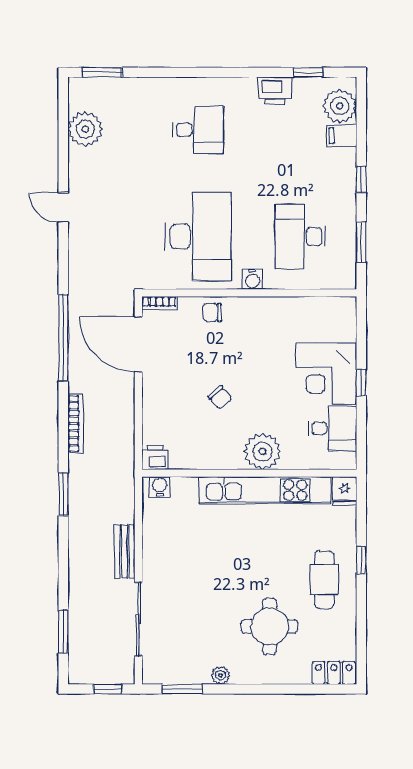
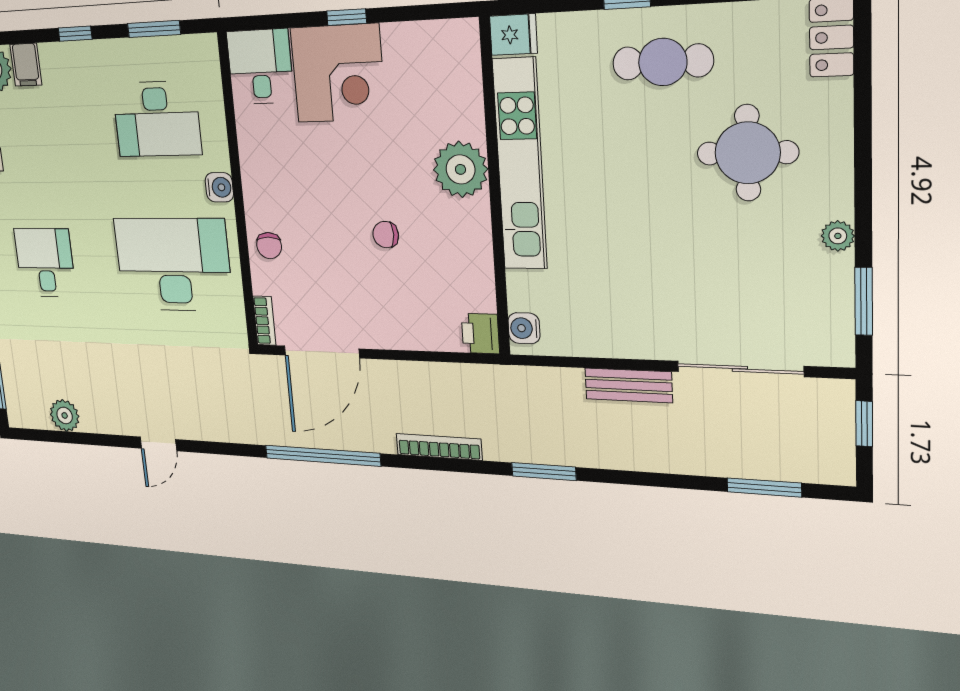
plant: (85, 129) -> (65, 415), width x0.73, depth x0.73
chair: (220, 398) -> (386, 235), turned -139
desk: (333, 428) -> (260, 67), moved

